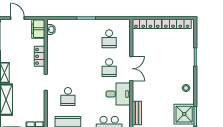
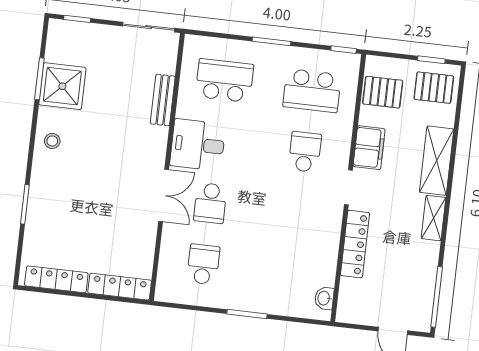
filing cabinet: (38, 29) -> (369, 148), moved
locker: (40, 56) -> (355, 244), width x1.53
school desk: (109, 68) -> (210, 203), turned 180
double door: (131, 69) -> (164, 195), swing flipped

